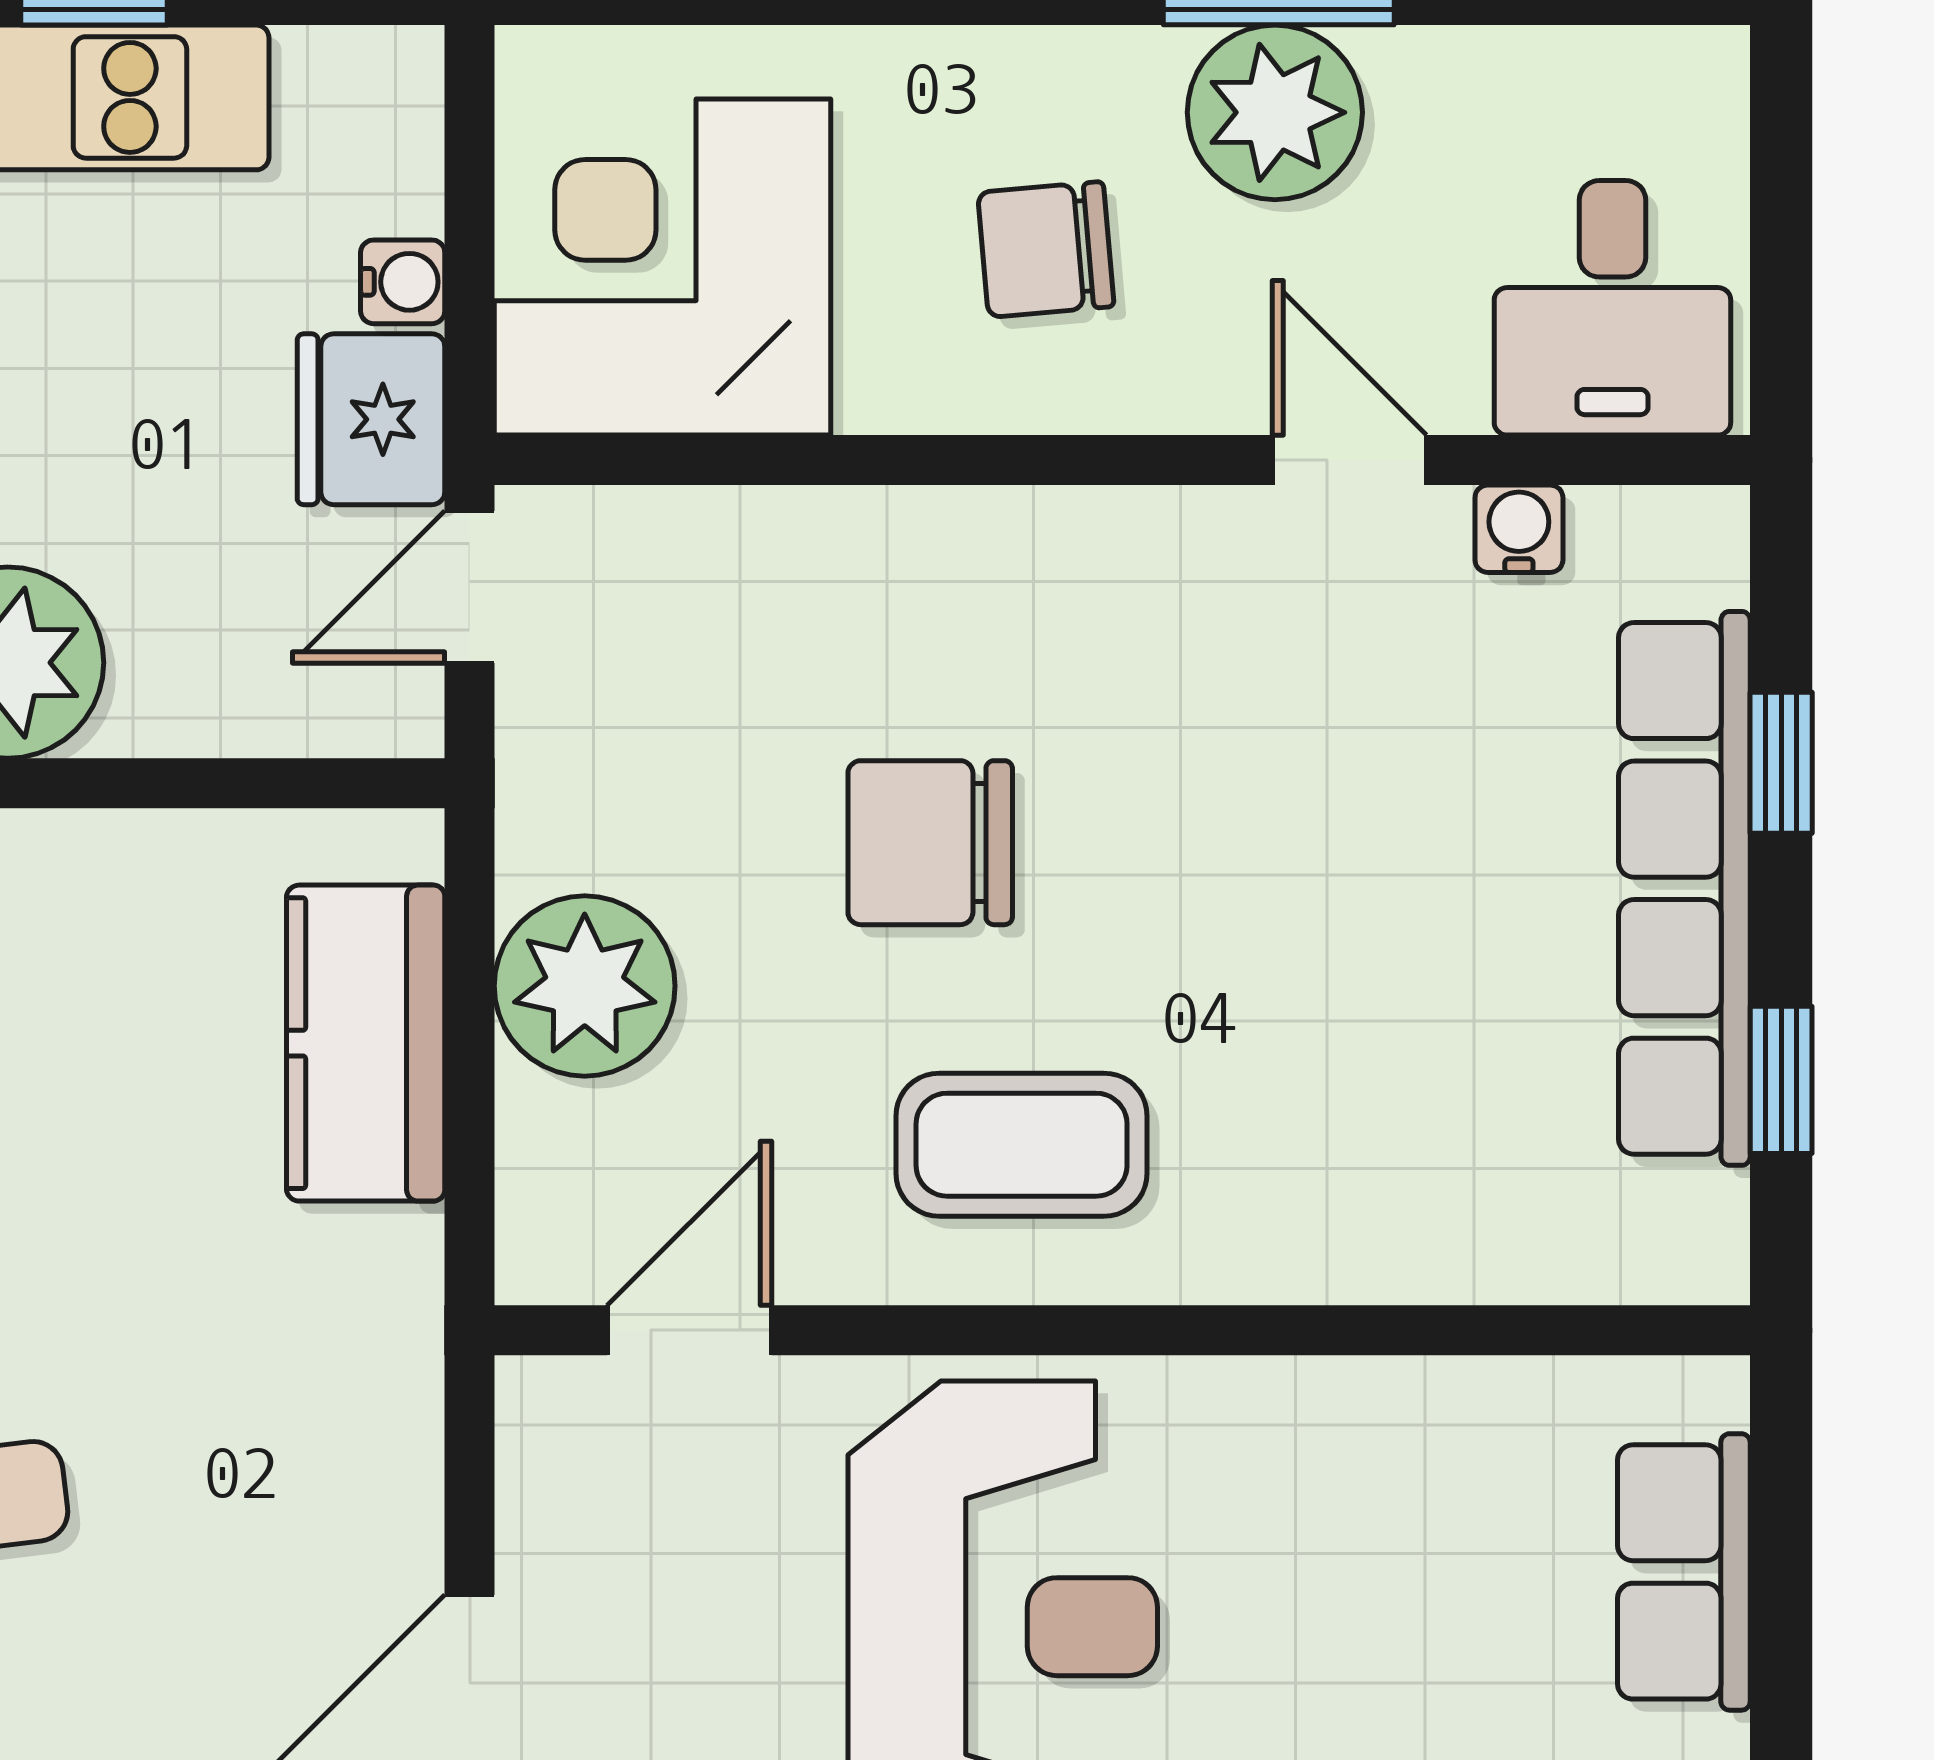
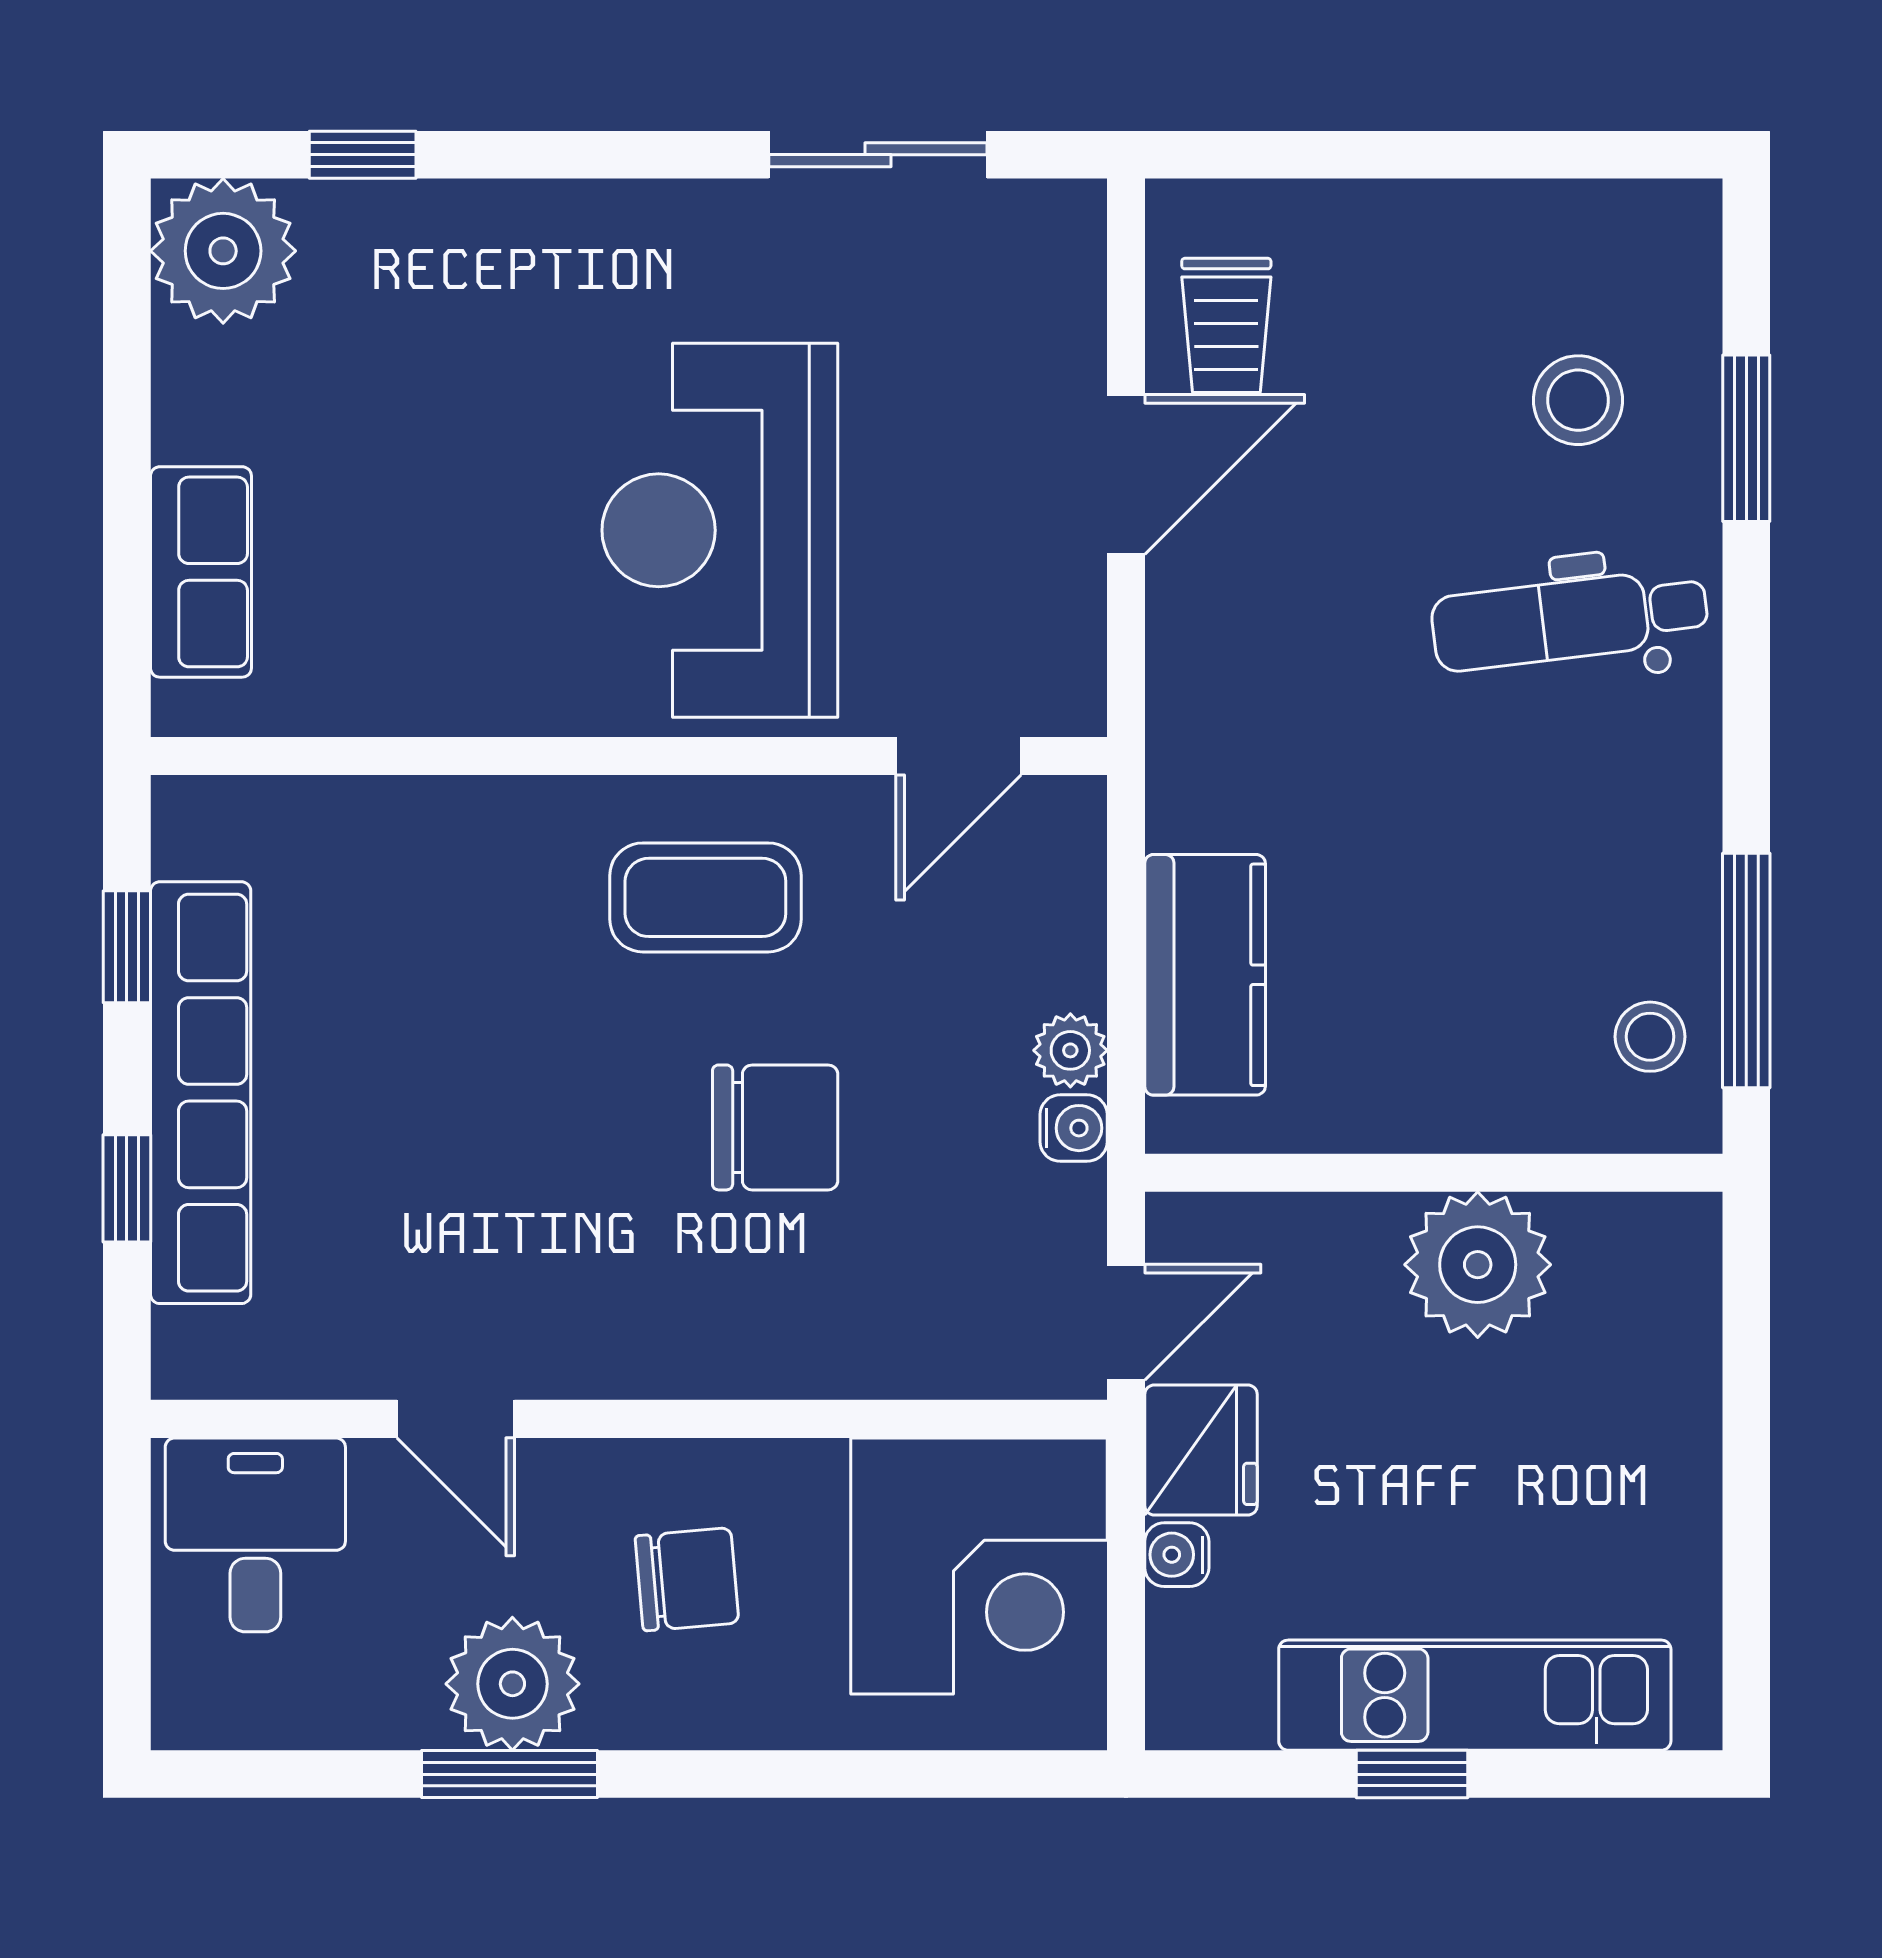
water cooler: (1519, 529) -> (1074, 1128), moved, turned -90
plant: (585, 986) -> (1070, 1050), width x0.53, depth x0.53

